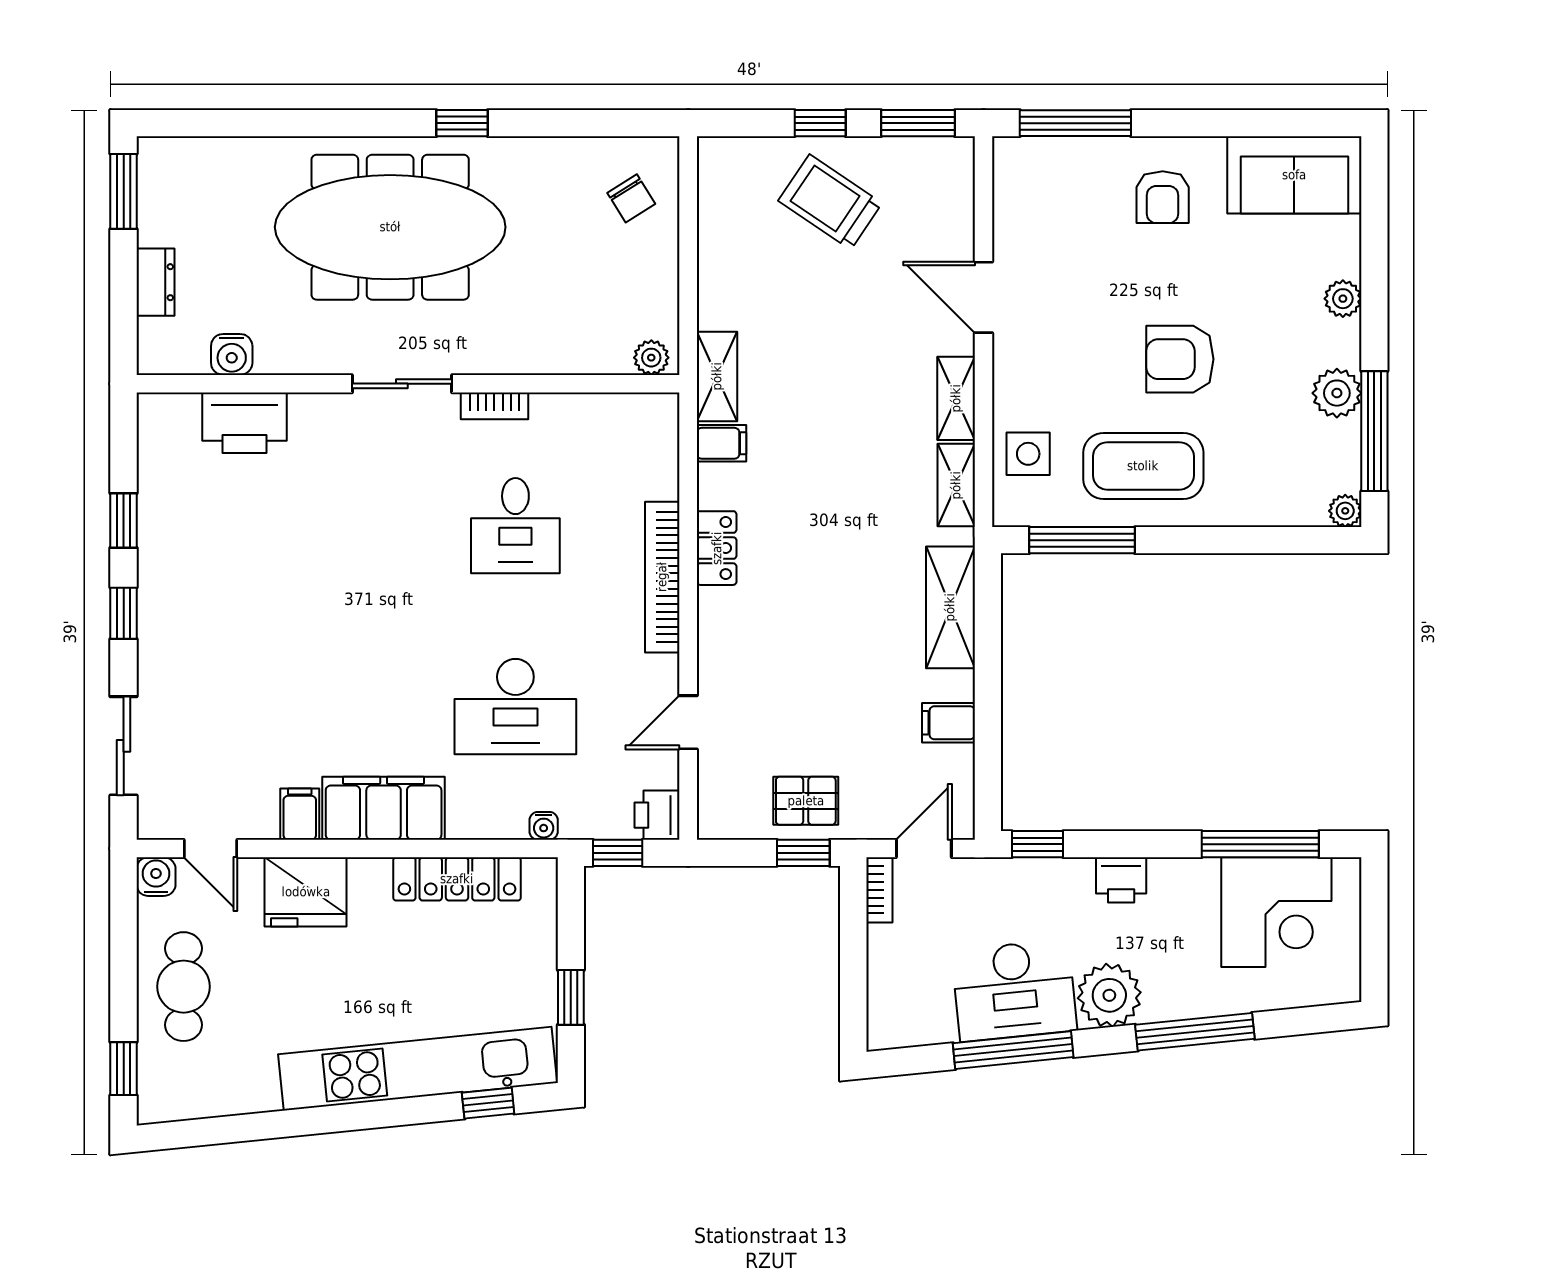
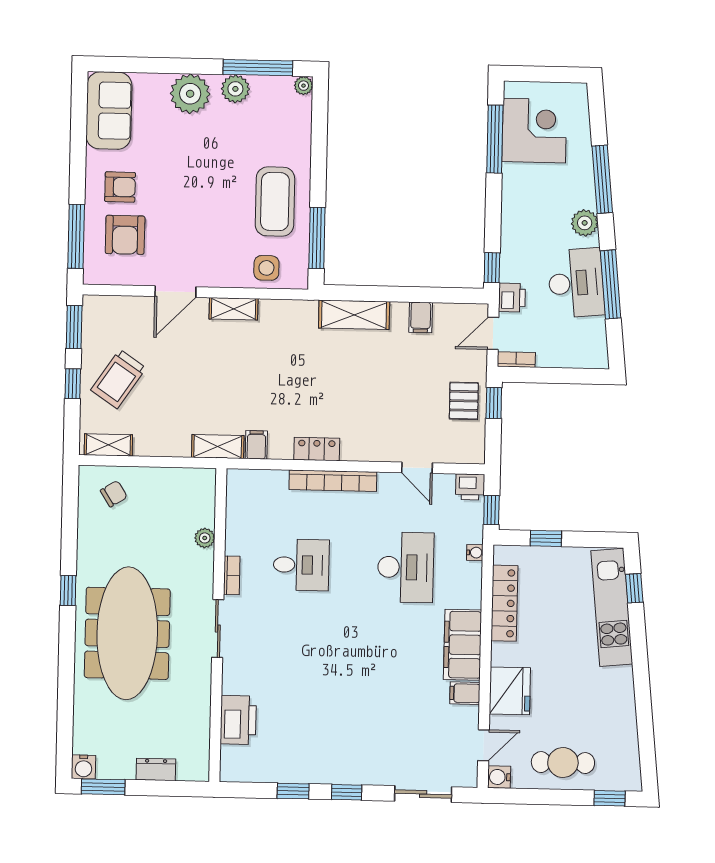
plant: (1343, 299) -> (190, 94), width x1.88, depth x1.88
water cooler: (232, 354) -> (84, 767), moved, turned 90
plant: (651, 358) -> (205, 538), moved
armchair: (1180, 359) -> (125, 235), moved
shelving: (956, 485) -> (108, 445), moved
door: (924, 849) -> (493, 333), hinge flipped
printer: (1121, 880) -> (512, 298), moved
plant: (1109, 995) -> (585, 223), width x0.73, depth x0.73
window: (571, 997) -> (546, 538), moved
kitchen unit: (418, 1069) -> (612, 607), width x0.73

